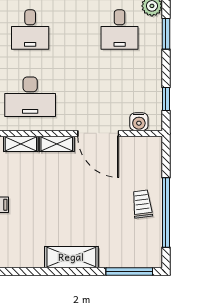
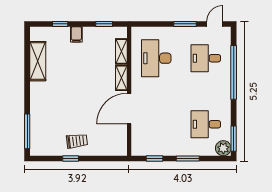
window: (166, 34) -> (188, 159), moved
water cooler: (139, 122) -> (138, 139), removed
window: (166, 212) -> (71, 159), width x0.32
shelving: (71, 257) -> (38, 61), moved

